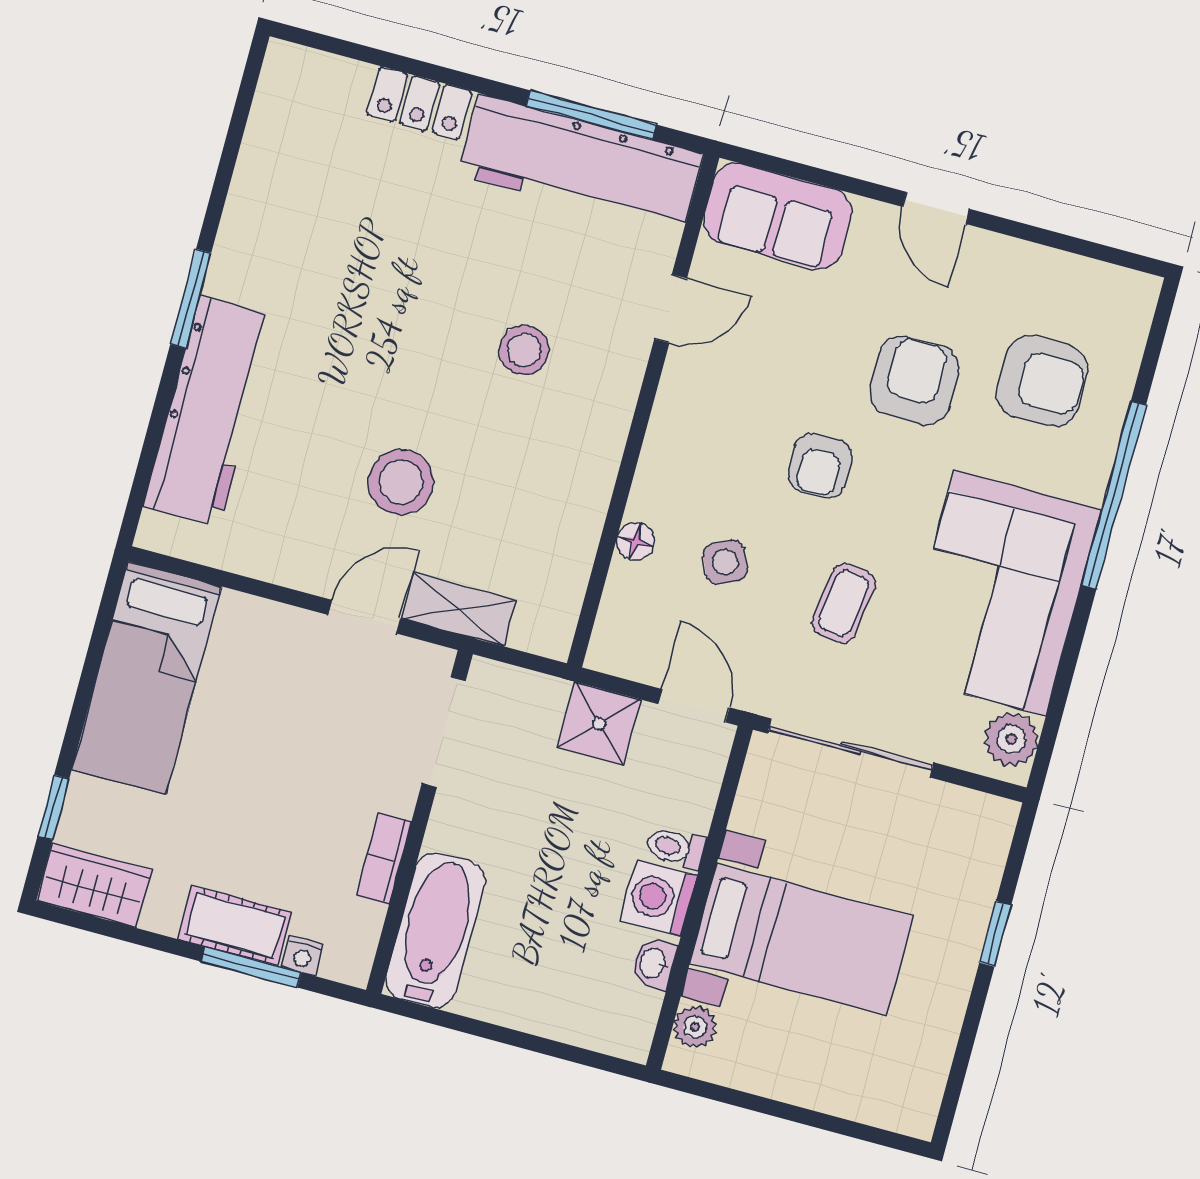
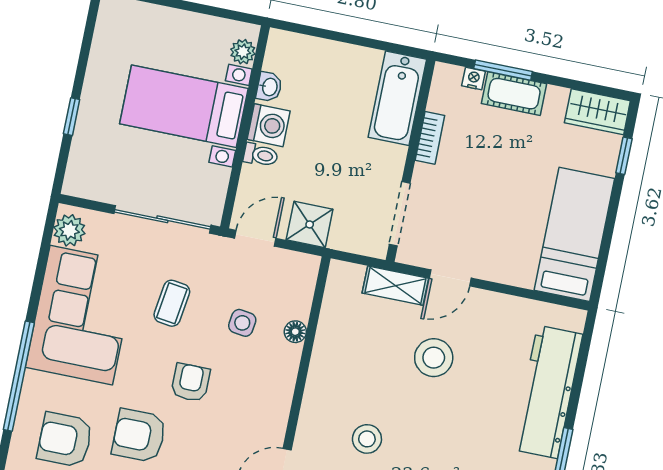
armchair: (914, 380) -> (139, 436), turned 90
side table: (725, 562) -> (242, 323), turned 32
door: (694, 706) -> (255, 238), swing flipped

